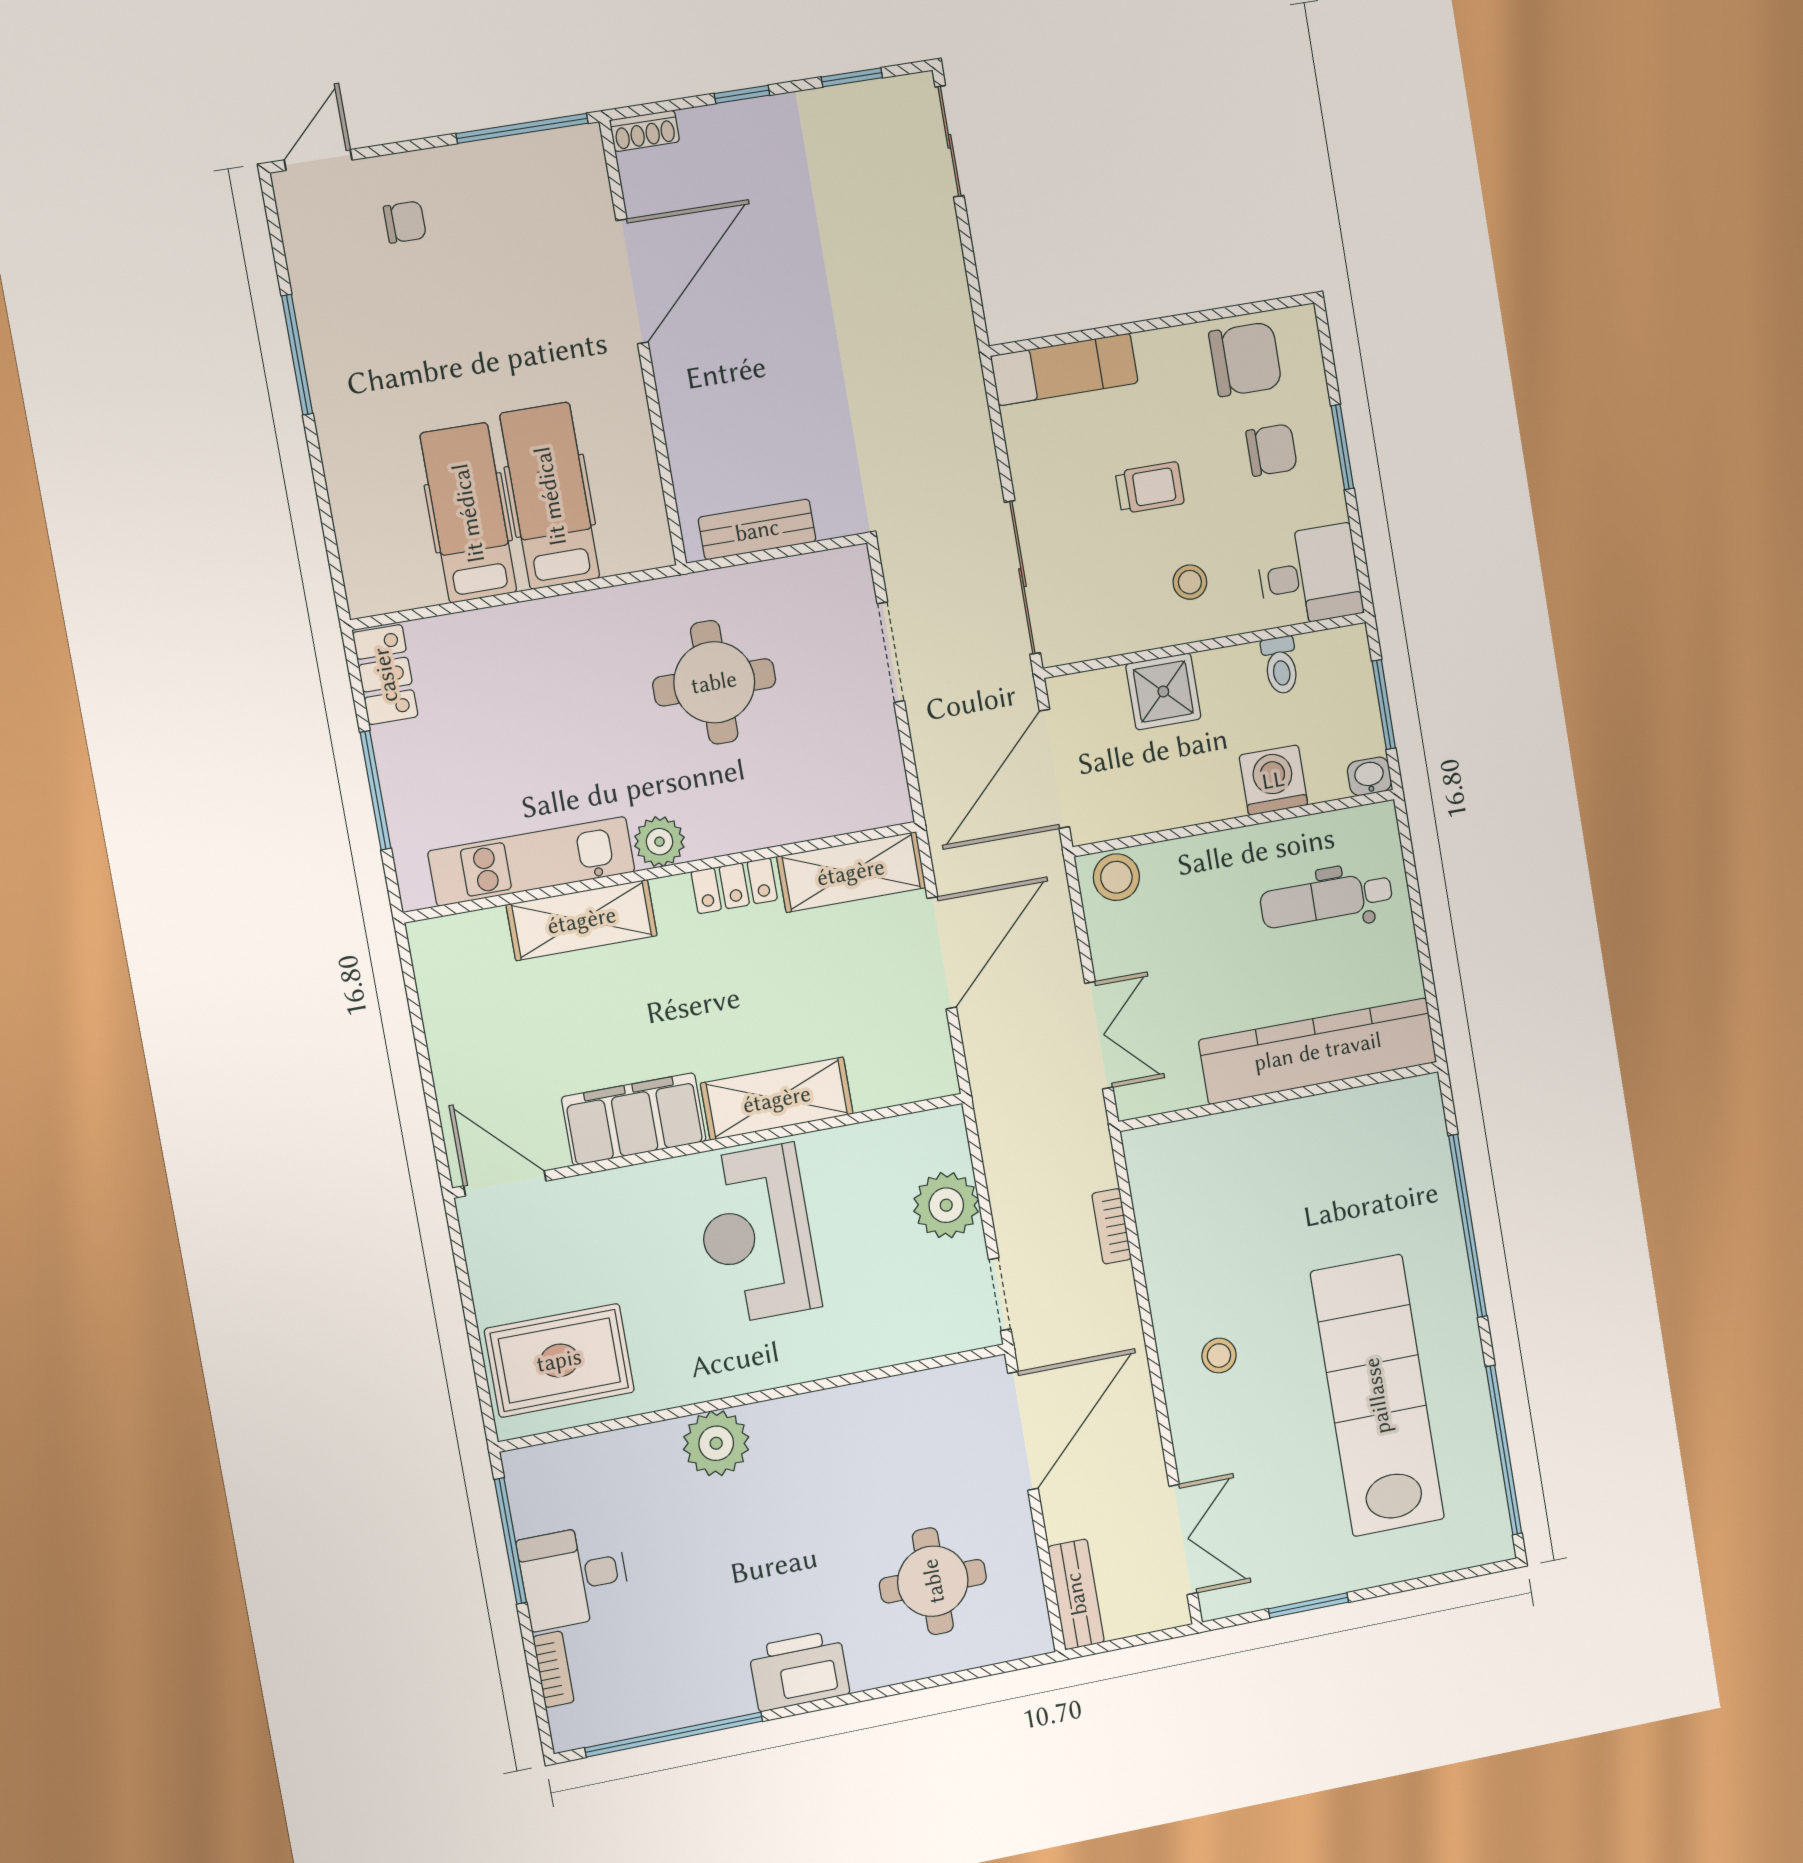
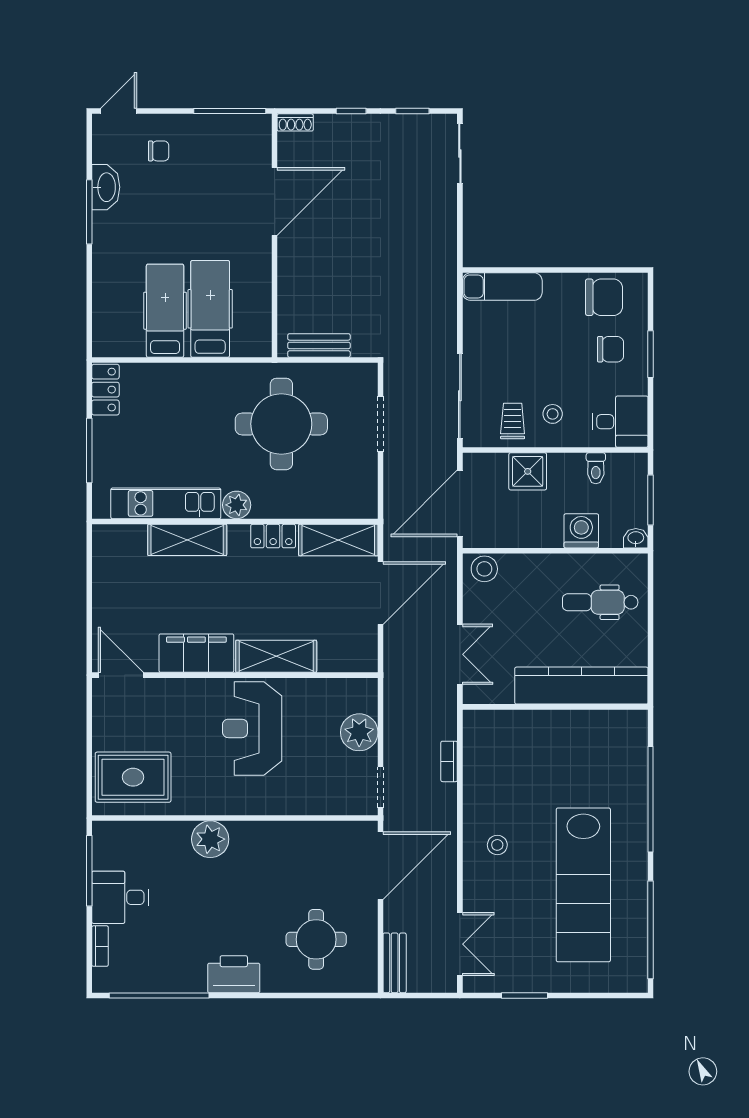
washbasin: (319, 304) -> (106, 187), added
trolley: (1150, 488) -> (513, 421), moved, turned -90
round table: (714, 682) -> (281, 424), width x1.36, depth x1.36
lab bench: (1377, 1396) -> (583, 885), turned 180

